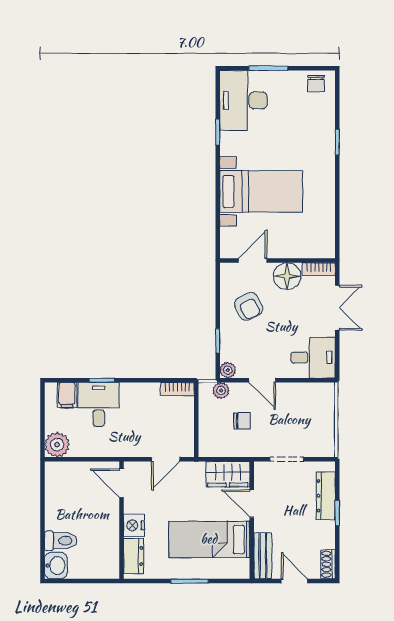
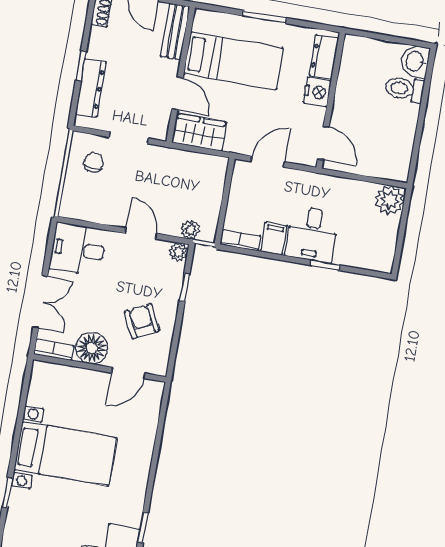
bed with nightstands: (261, 191) -> (65, 454), moved, turned 180
double door: (337, 308) -> (40, 302), swing flipped
filing cabinet: (67, 395) -> (274, 239), moved
desk: (99, 404) -> (312, 234), moved
chair: (242, 421) -> (94, 163), moved, turned 90

